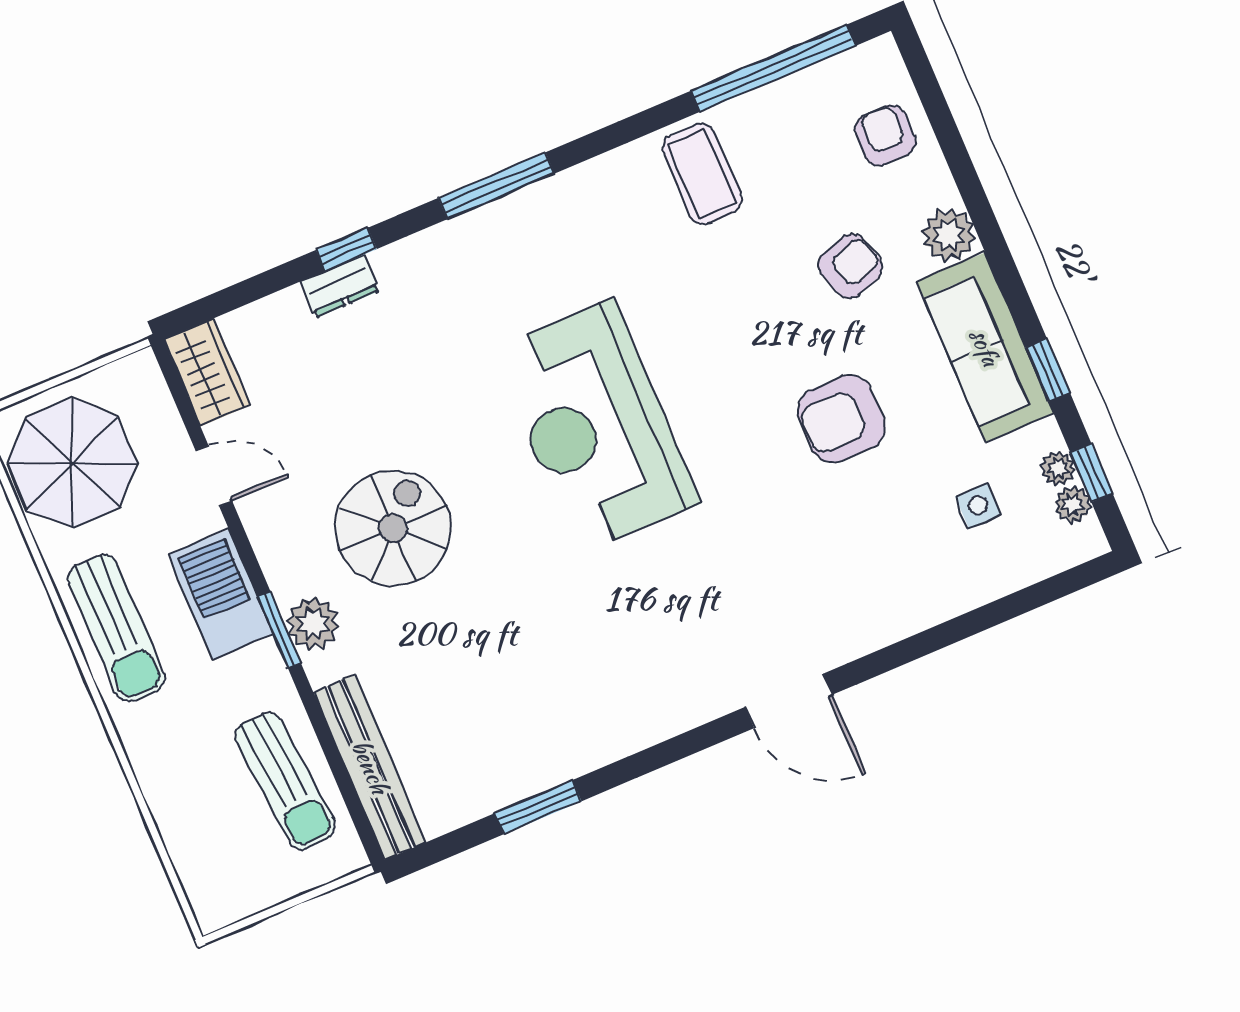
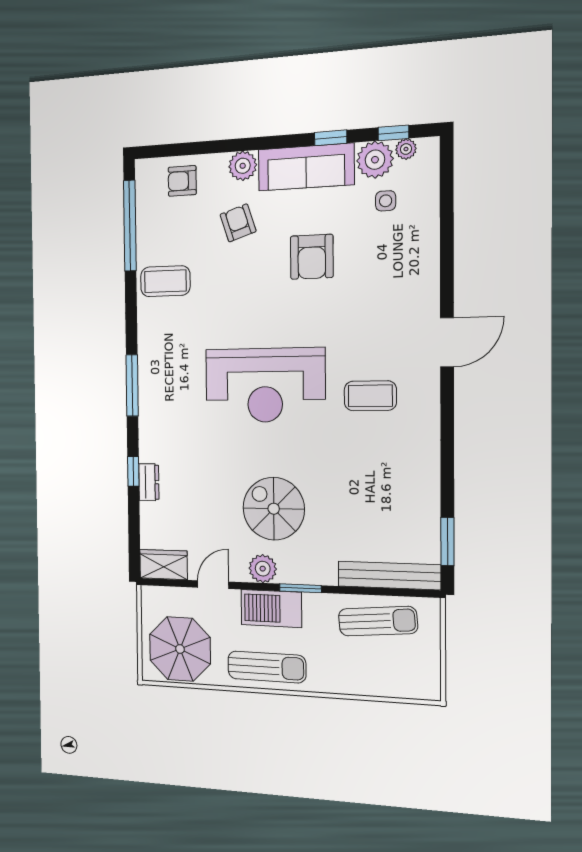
plant: (1058, 468) -> (375, 160), width x1.87, depth x1.87
coffee table: (652, 613) -> (370, 396), added
plant: (313, 624) -> (263, 569), moved
window: (538, 807) -> (447, 542), moved

